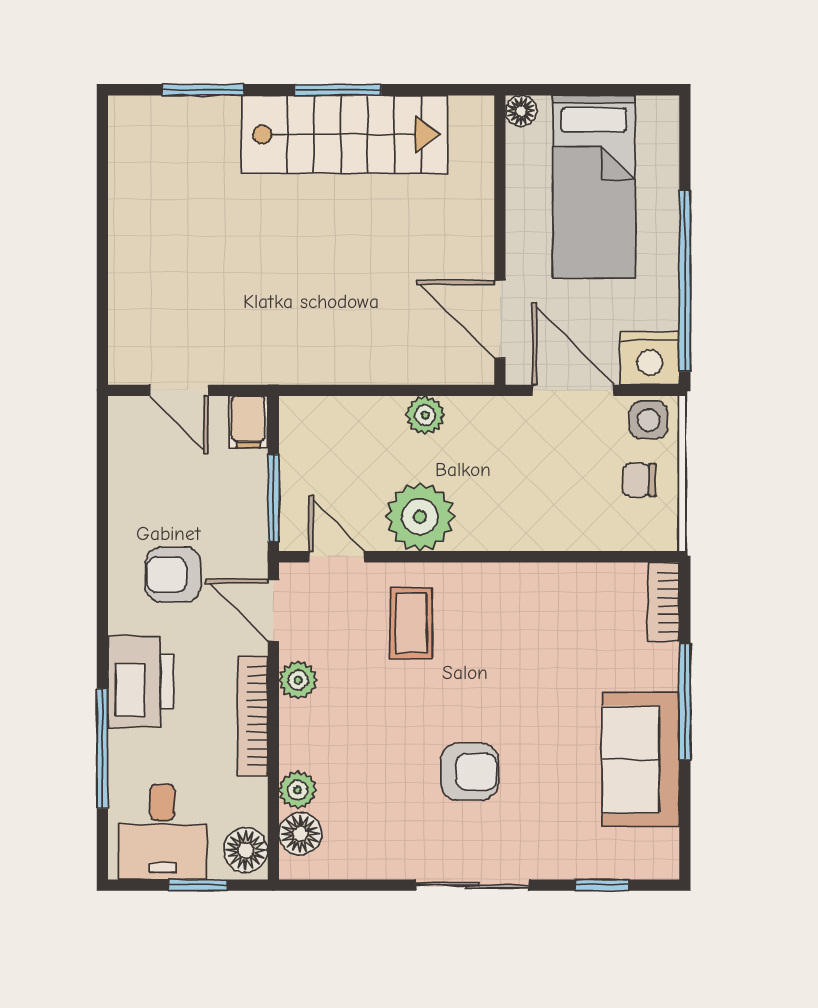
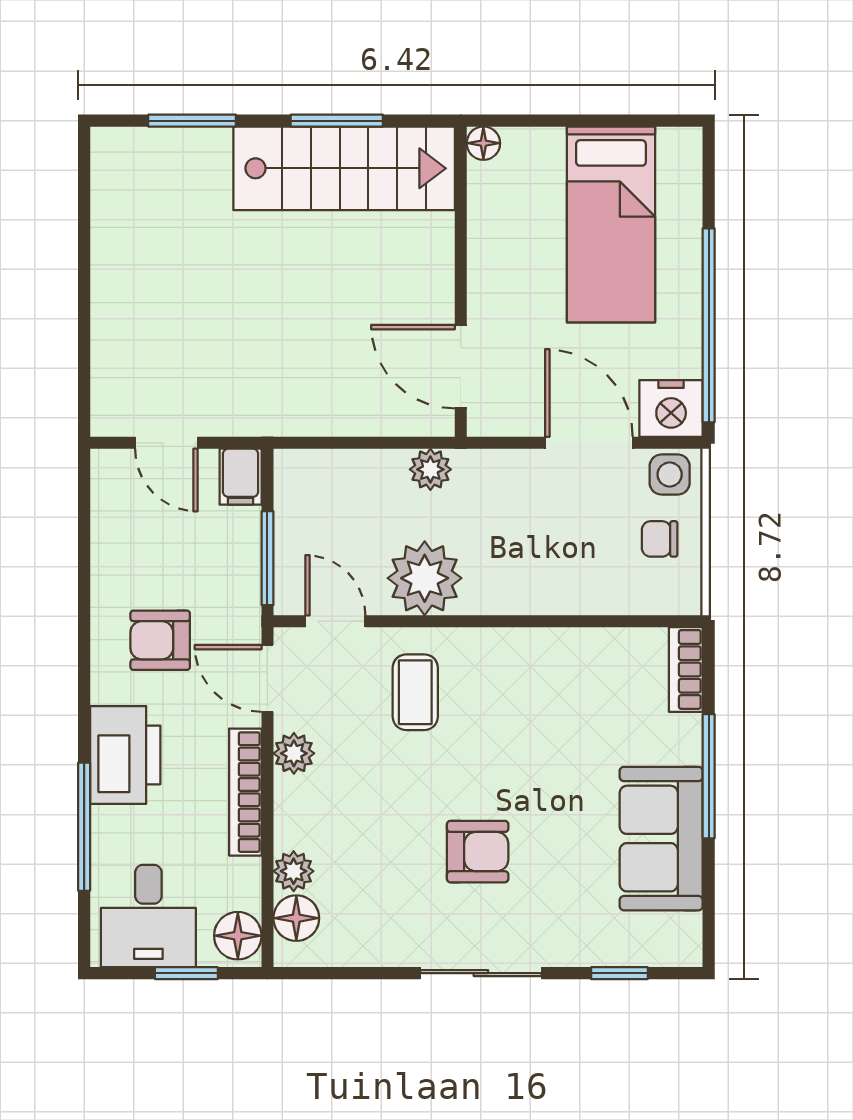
floor lamp: (521, 111) -> (483, 143), moved
wall: (500, 240) -> (461, 282), moved
door: (500, 319) -> (461, 367), moved

